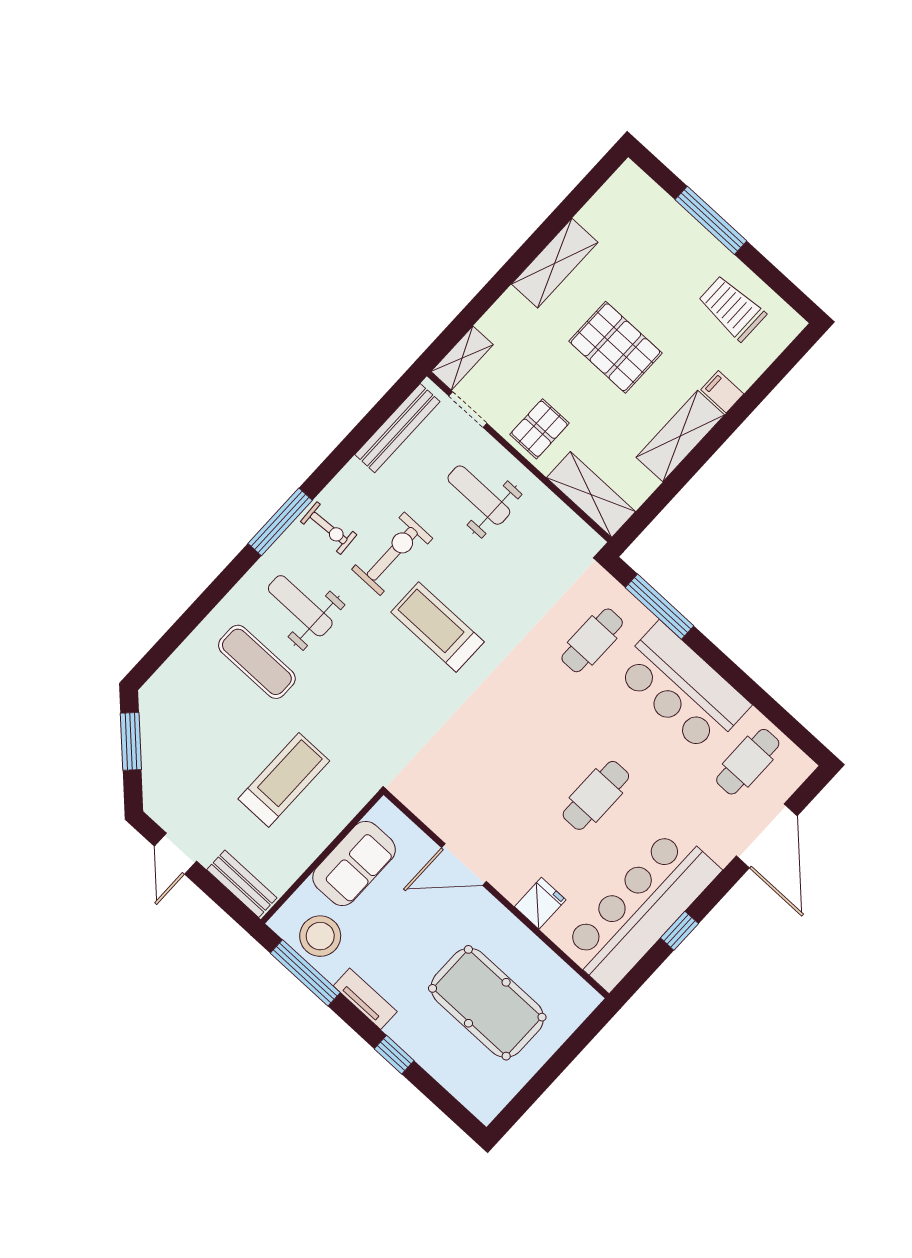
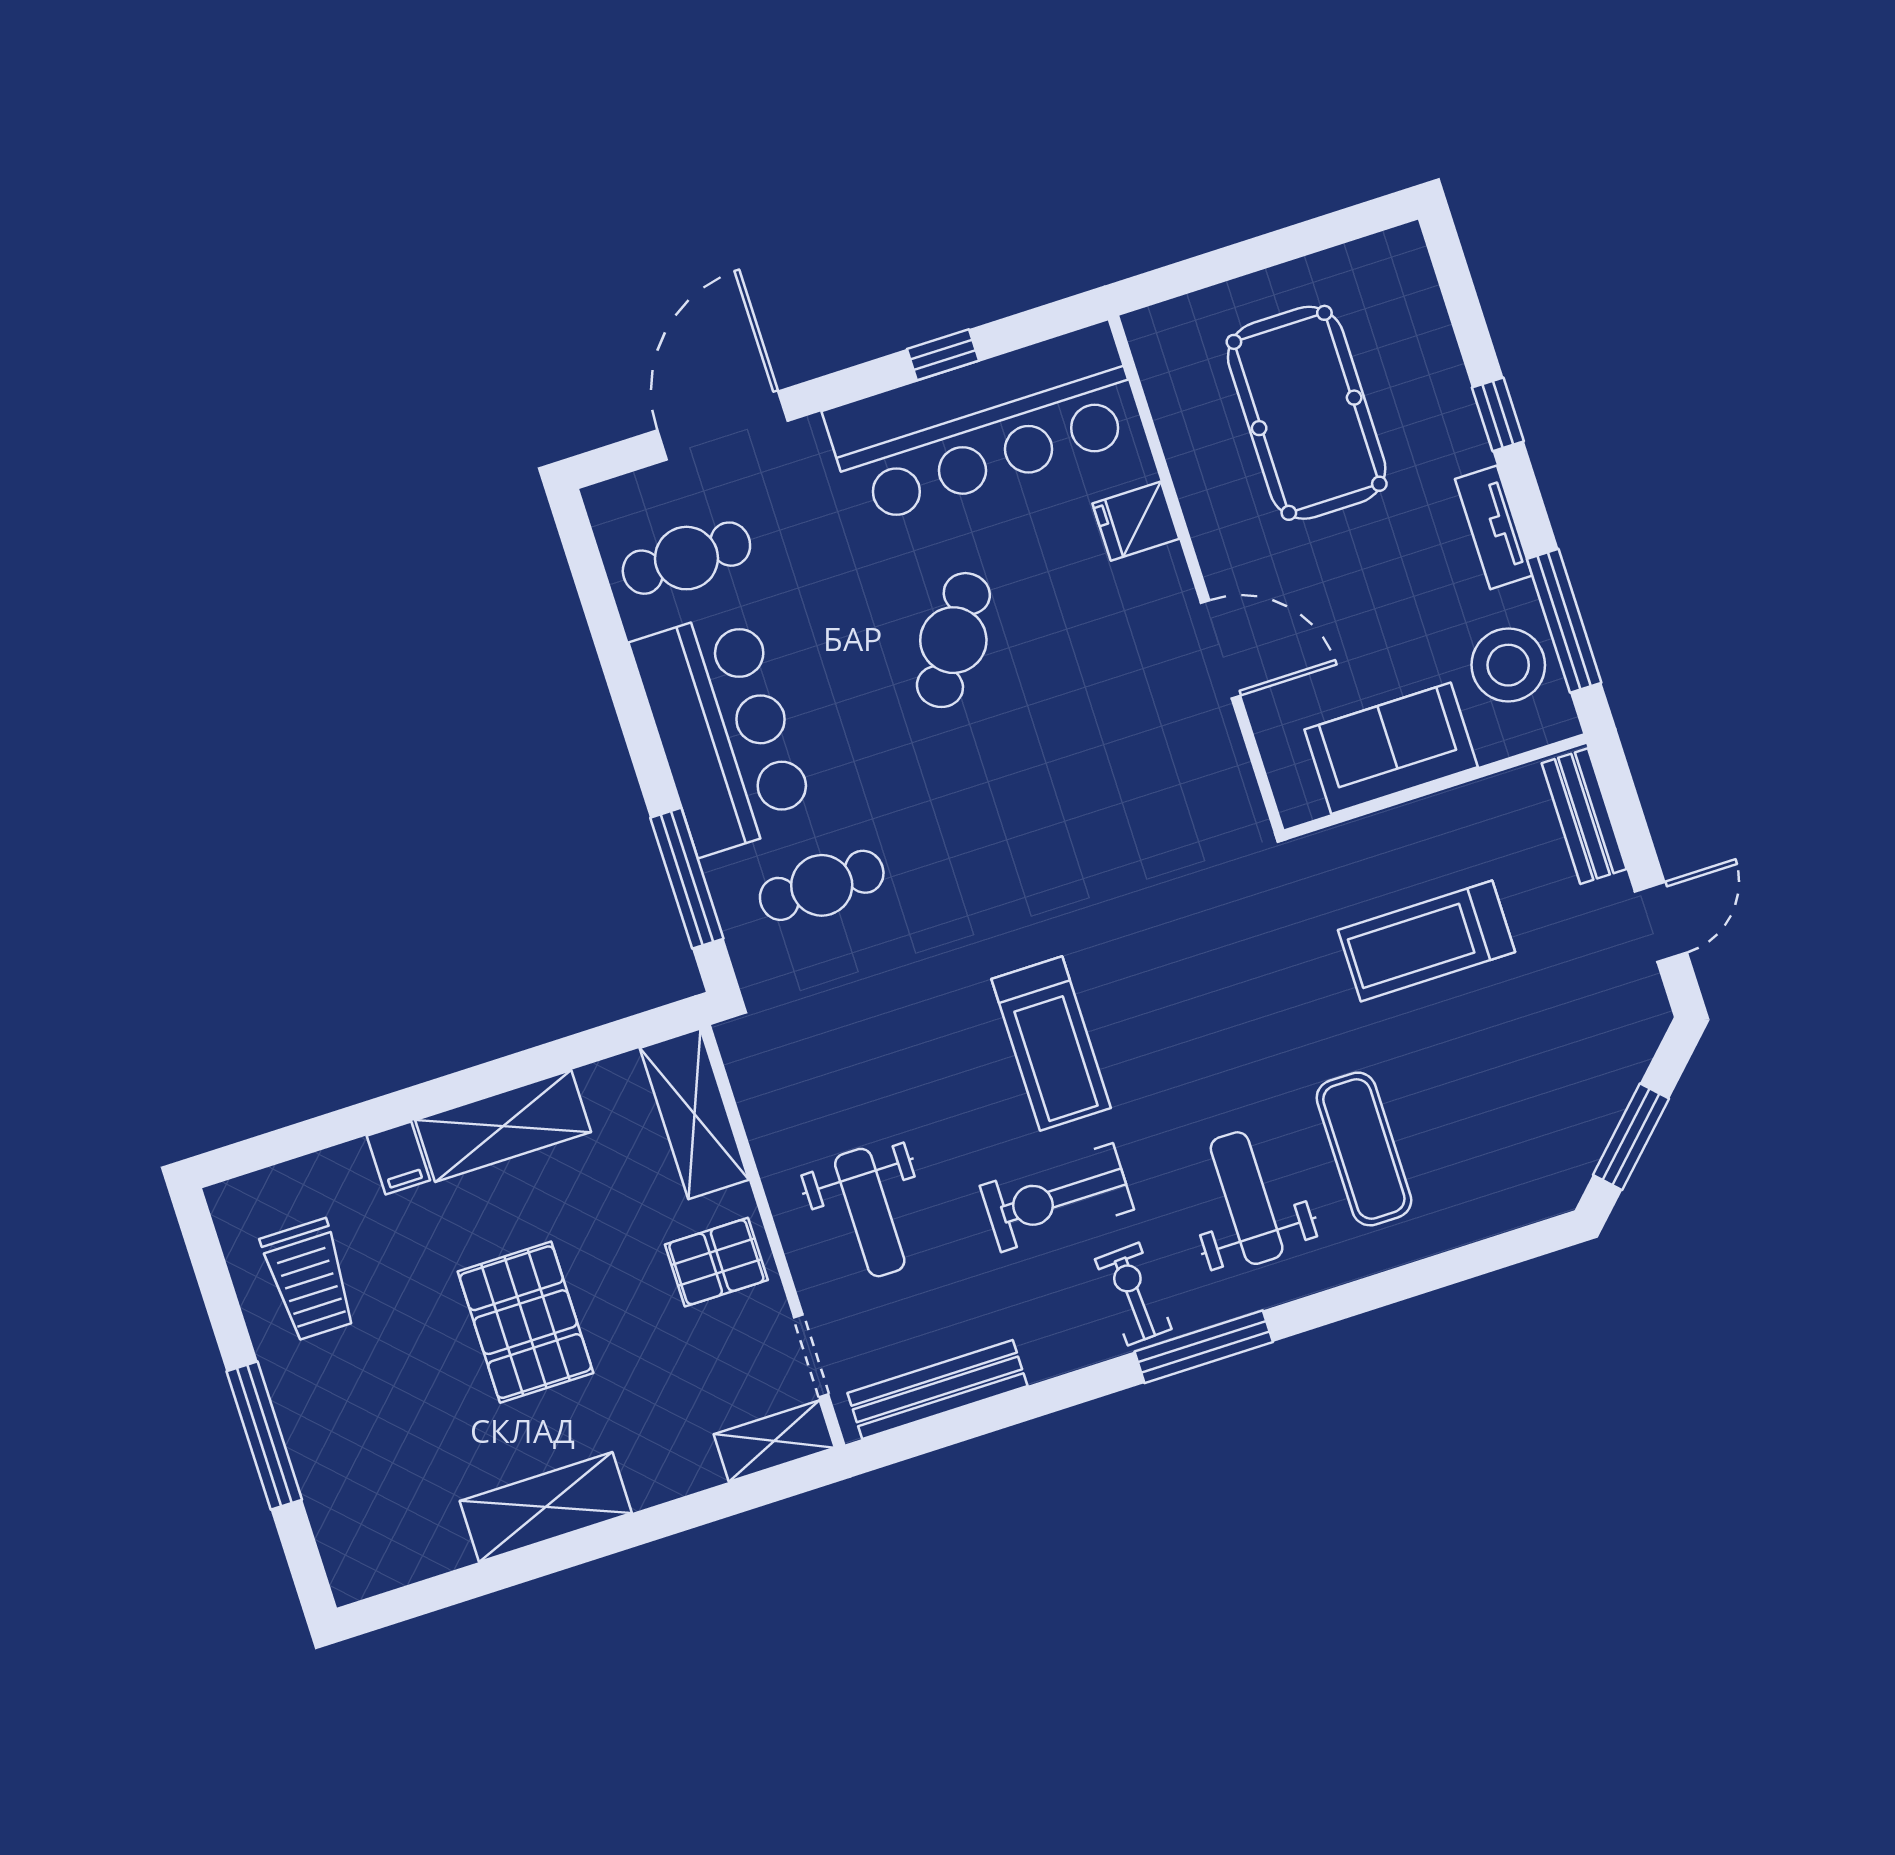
weight bench: (300, 606) -> (1247, 1198), turned 180
cafe table: (596, 795) -> (953, 640), turned -56

